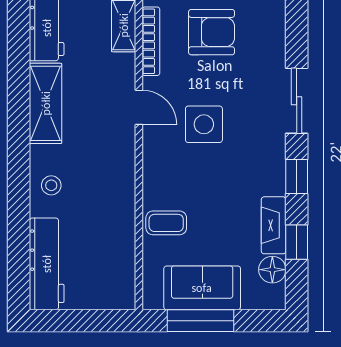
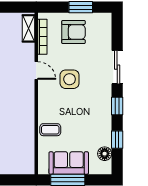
fireplace: (274, 225) -> (105, 131), removed

